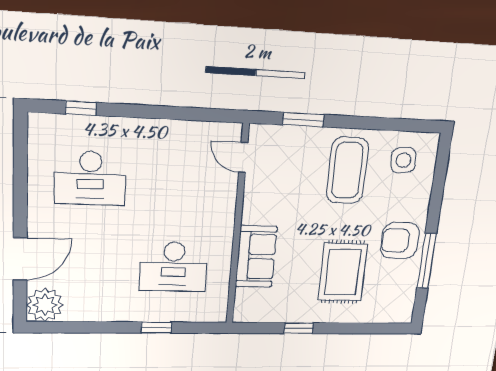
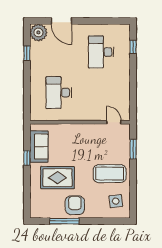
door: (243, 157) -> (114, 122), hinge flipped
sofa: (256, 257) -> (39, 147), moved, turned -90
window: (156, 328) -> (27, 53), moved

